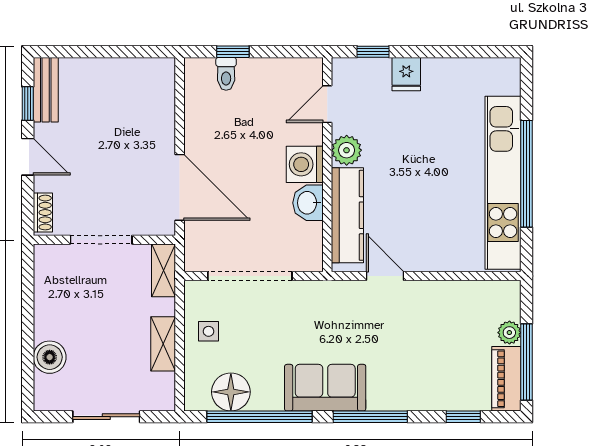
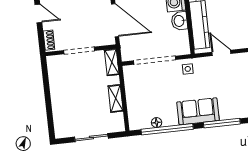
side table: (209, 331) -> (188, 69), moved
boiler: (50, 357) -> (60, 111), removed
floor lamp: (231, 392) -> (157, 123), width x0.53, depth x0.53

